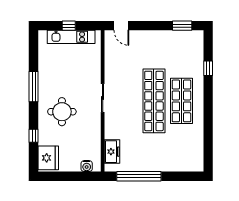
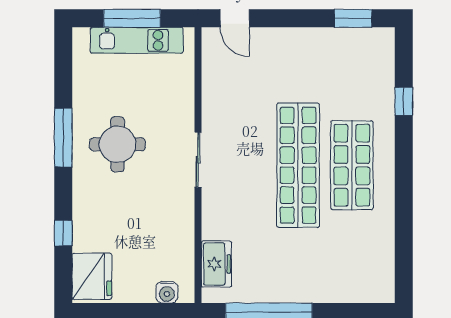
window: (69, 26) -> (132, 18), width x2.17
round table: (62, 112) -> (117, 144), moved

